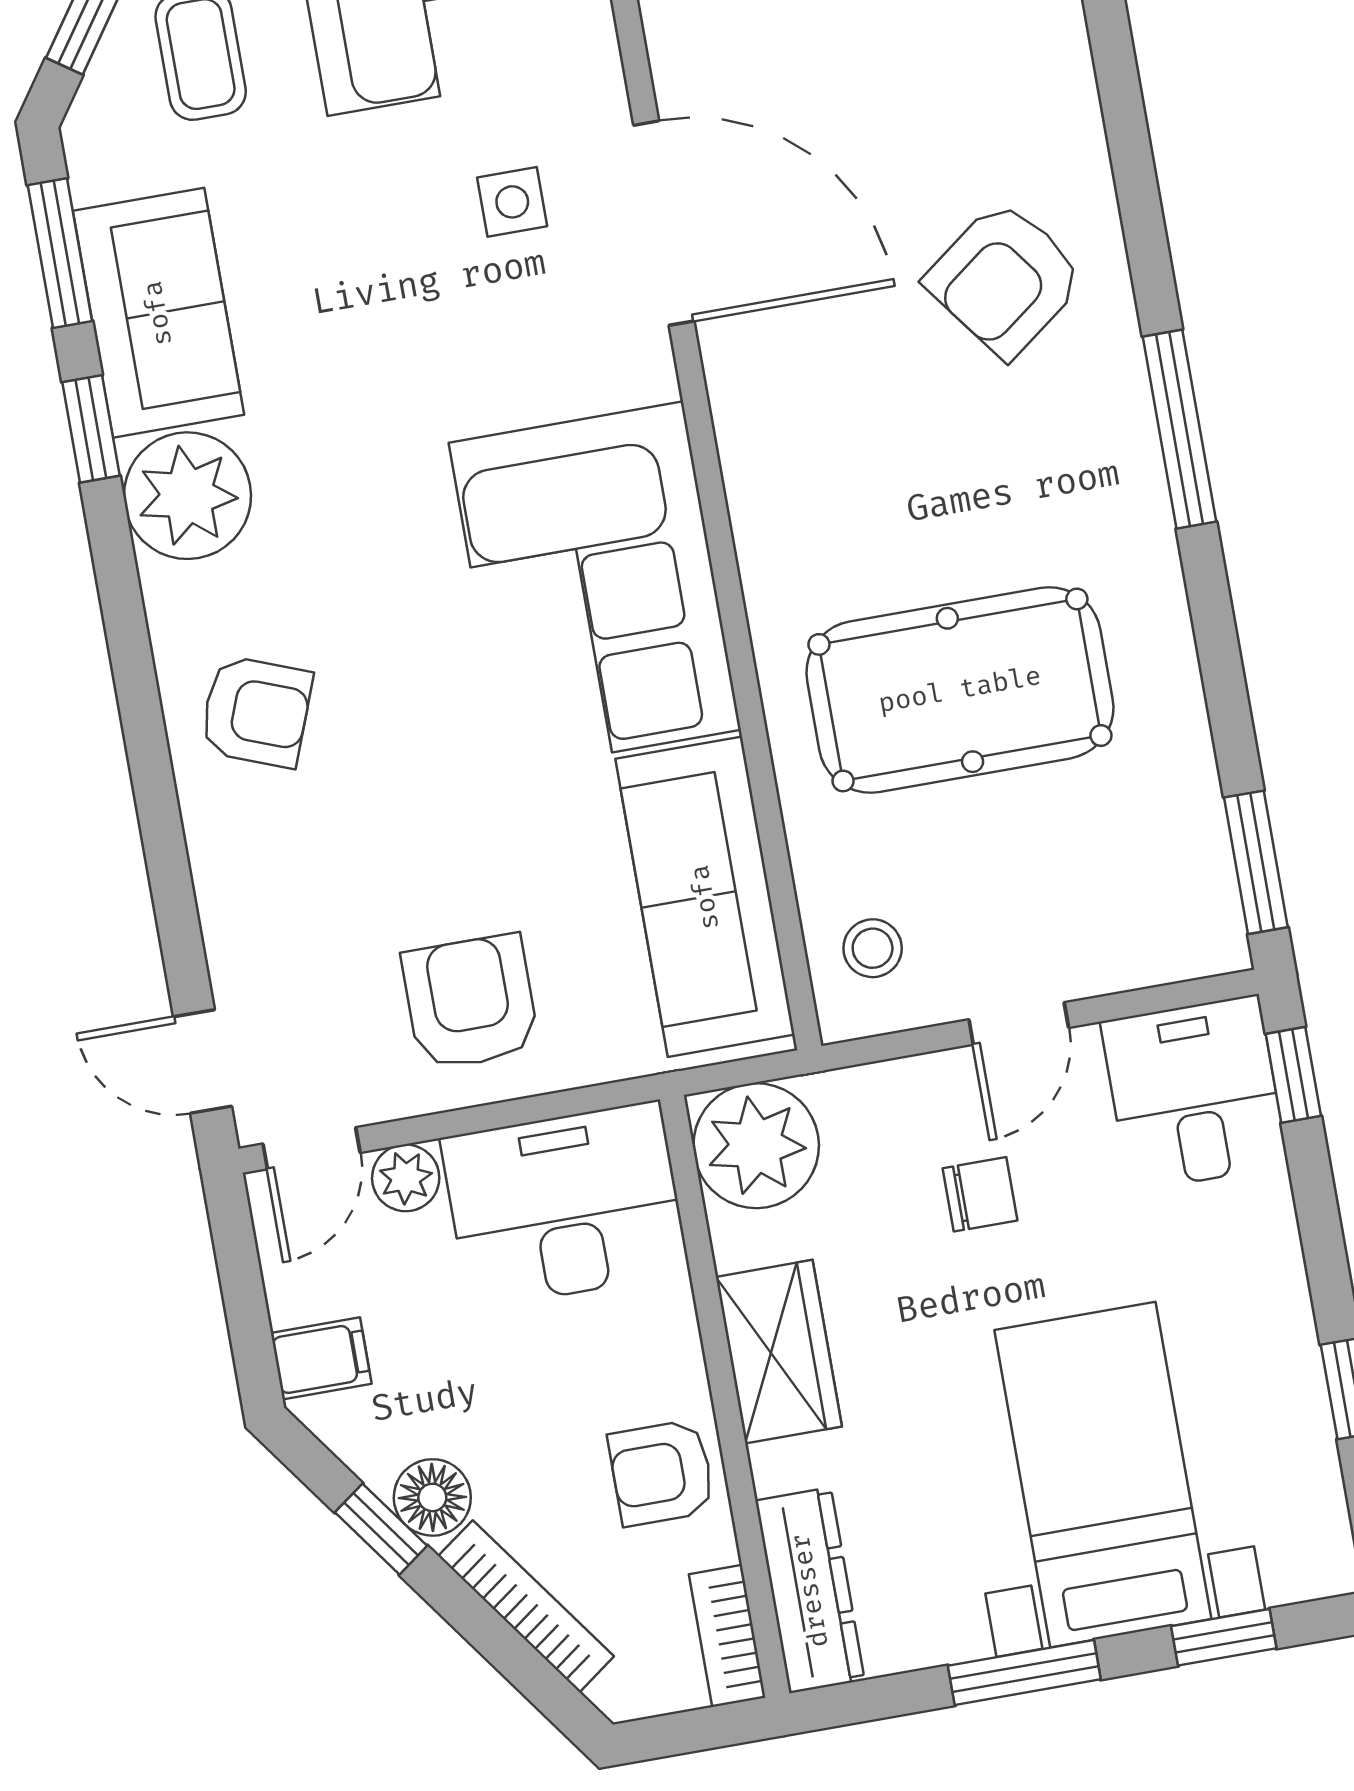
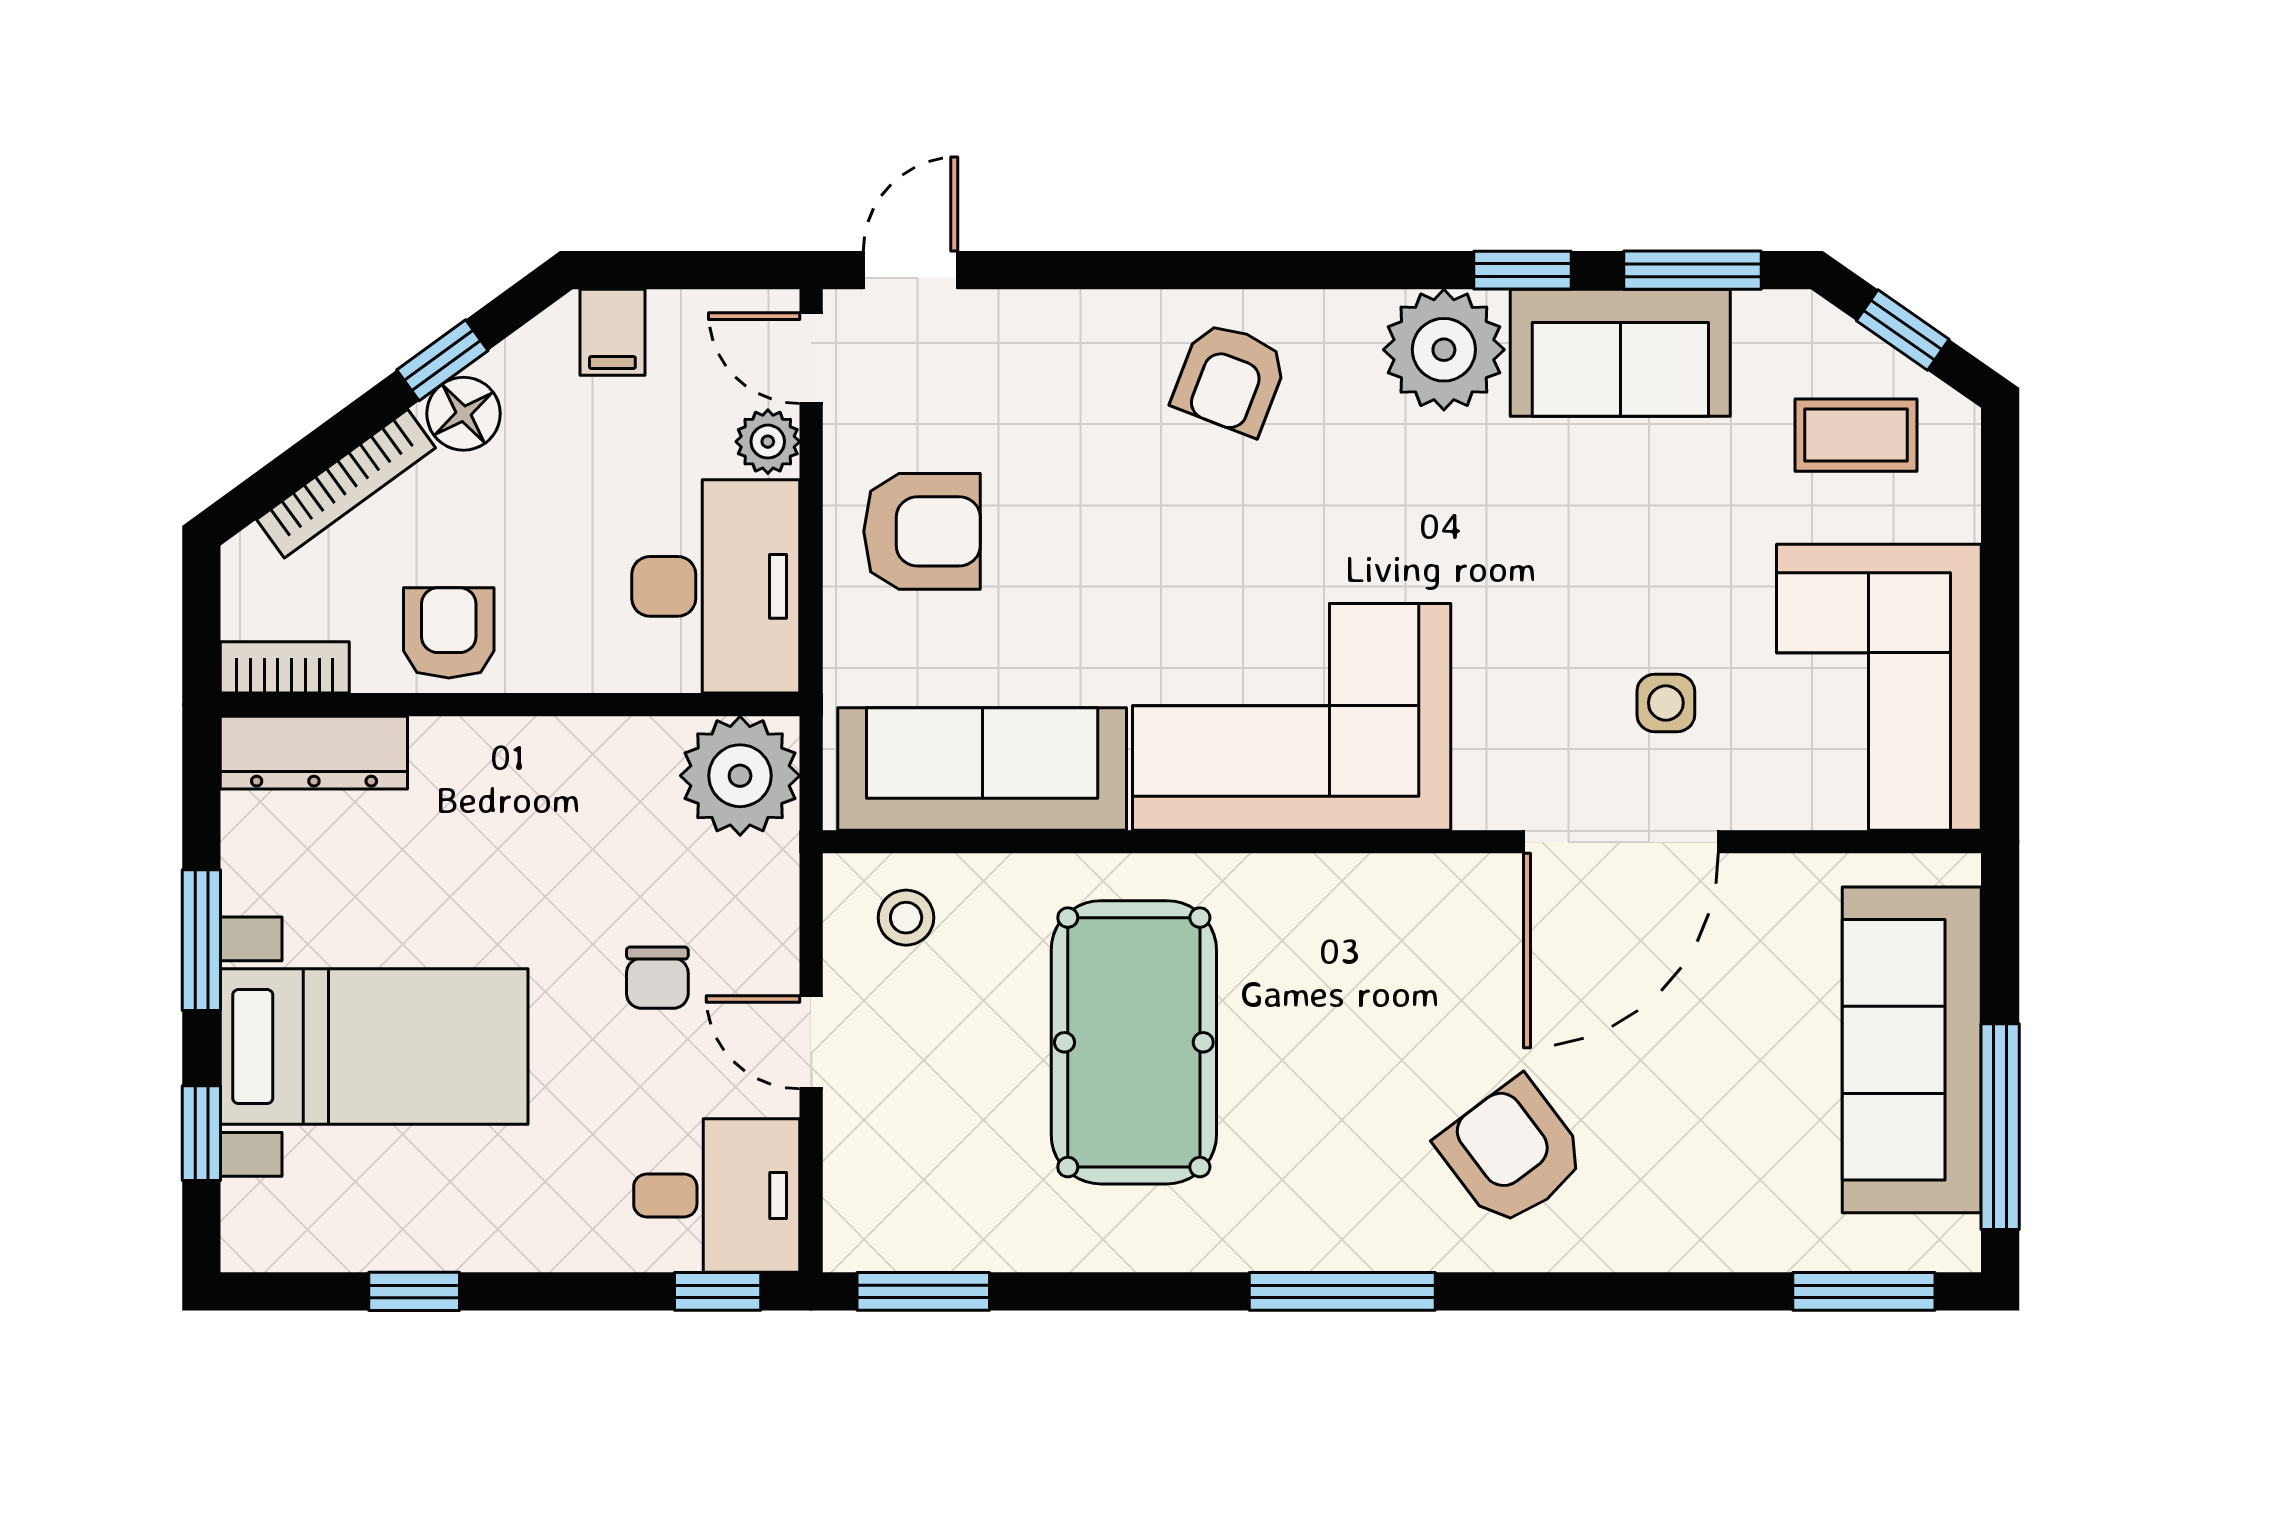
wardrobe: (779, 1352) -> (543, 763), removed

